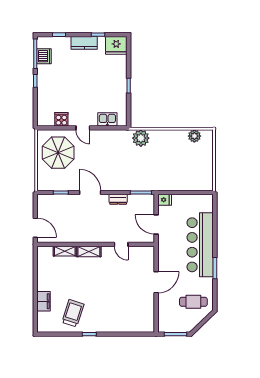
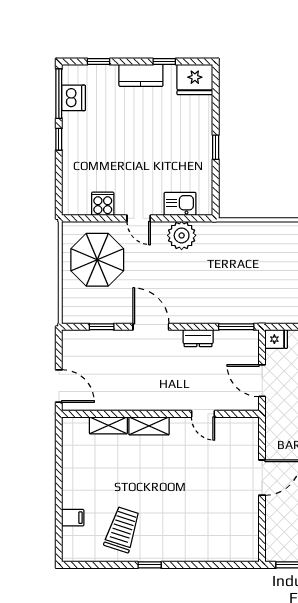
plant: (141, 138) -> (182, 235), moved
filing cabinet: (44, 301) -> (73, 518), width x0.50

